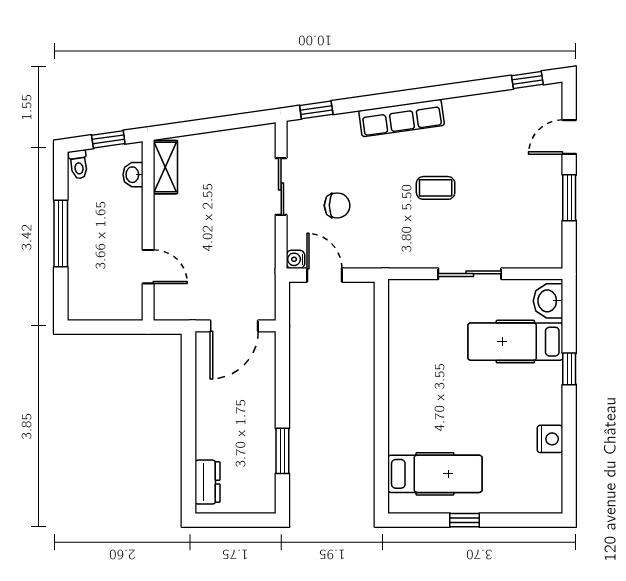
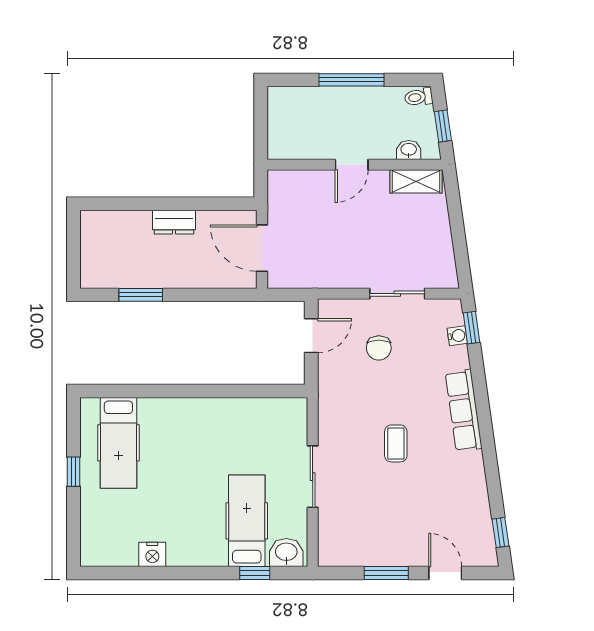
water cooler: (296, 259) -> (457, 336), moved, turned 82
door: (148, 267) -> (352, 165), moved
window: (569, 369) -> (255, 573), moved
dresser: (207, 482) -> (174, 222), moved

